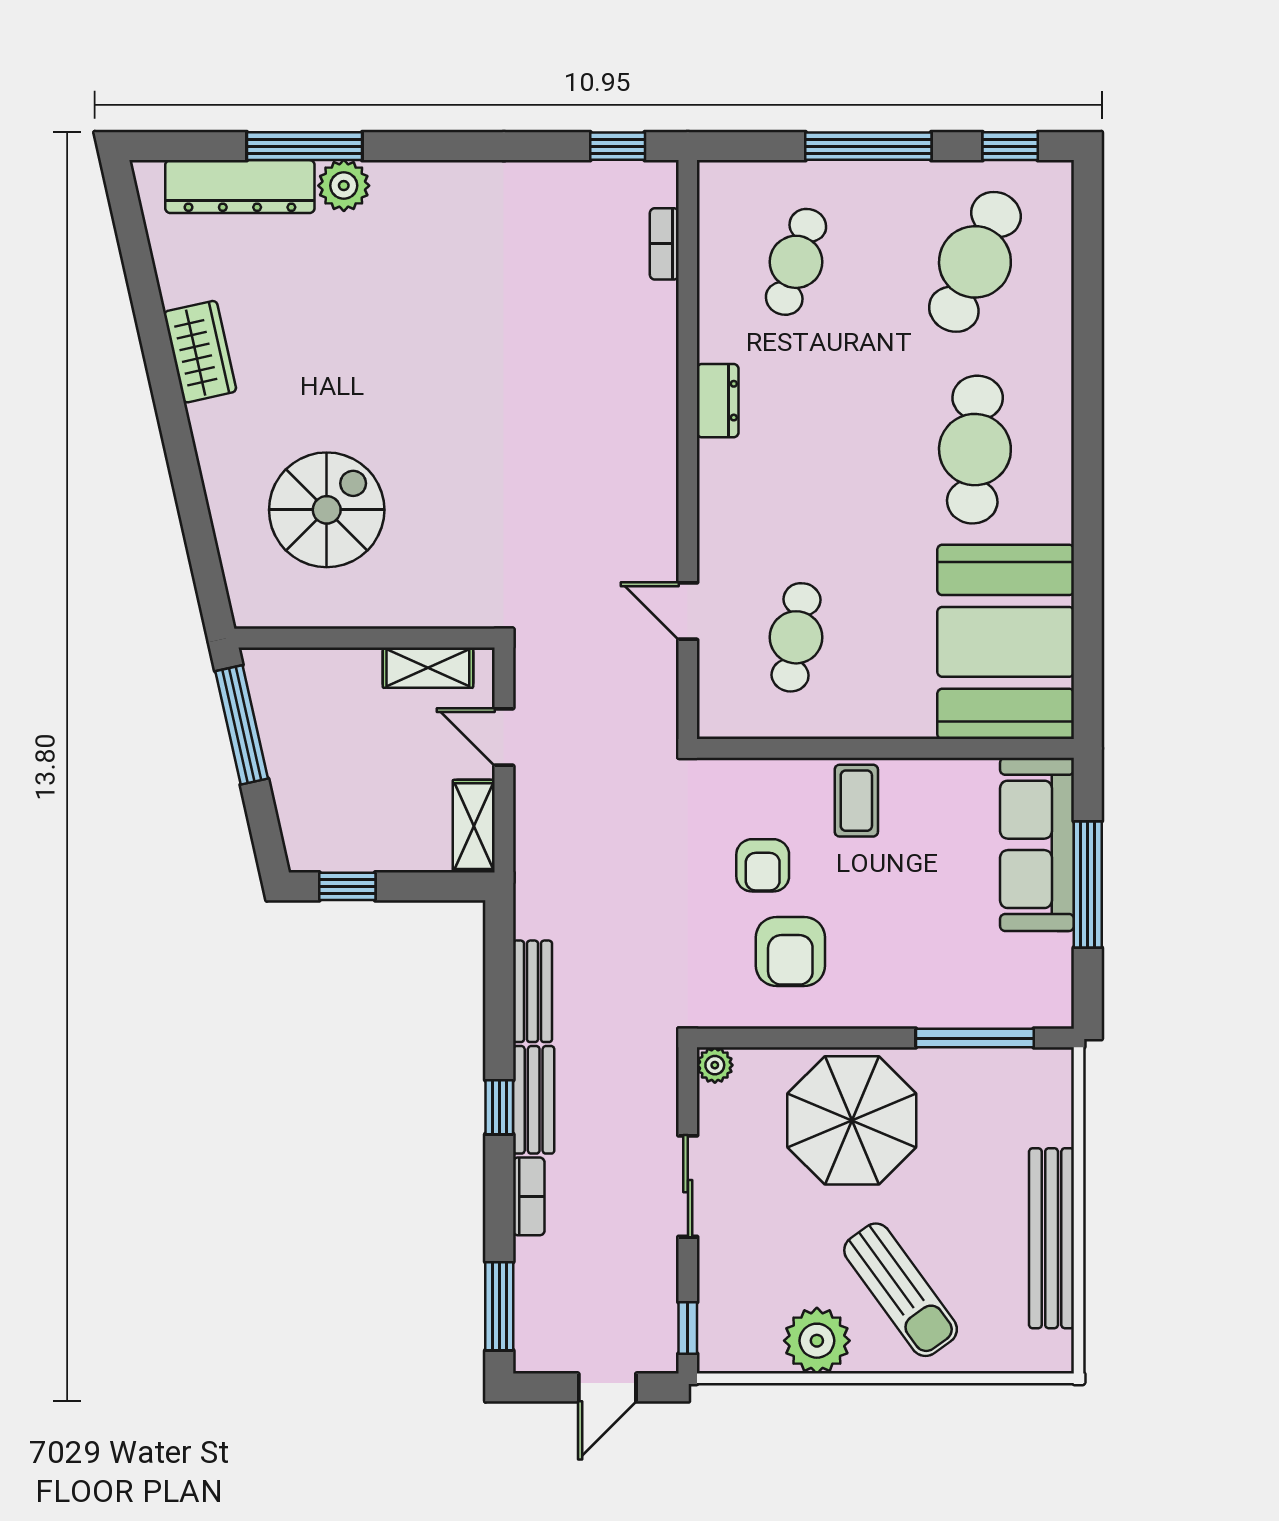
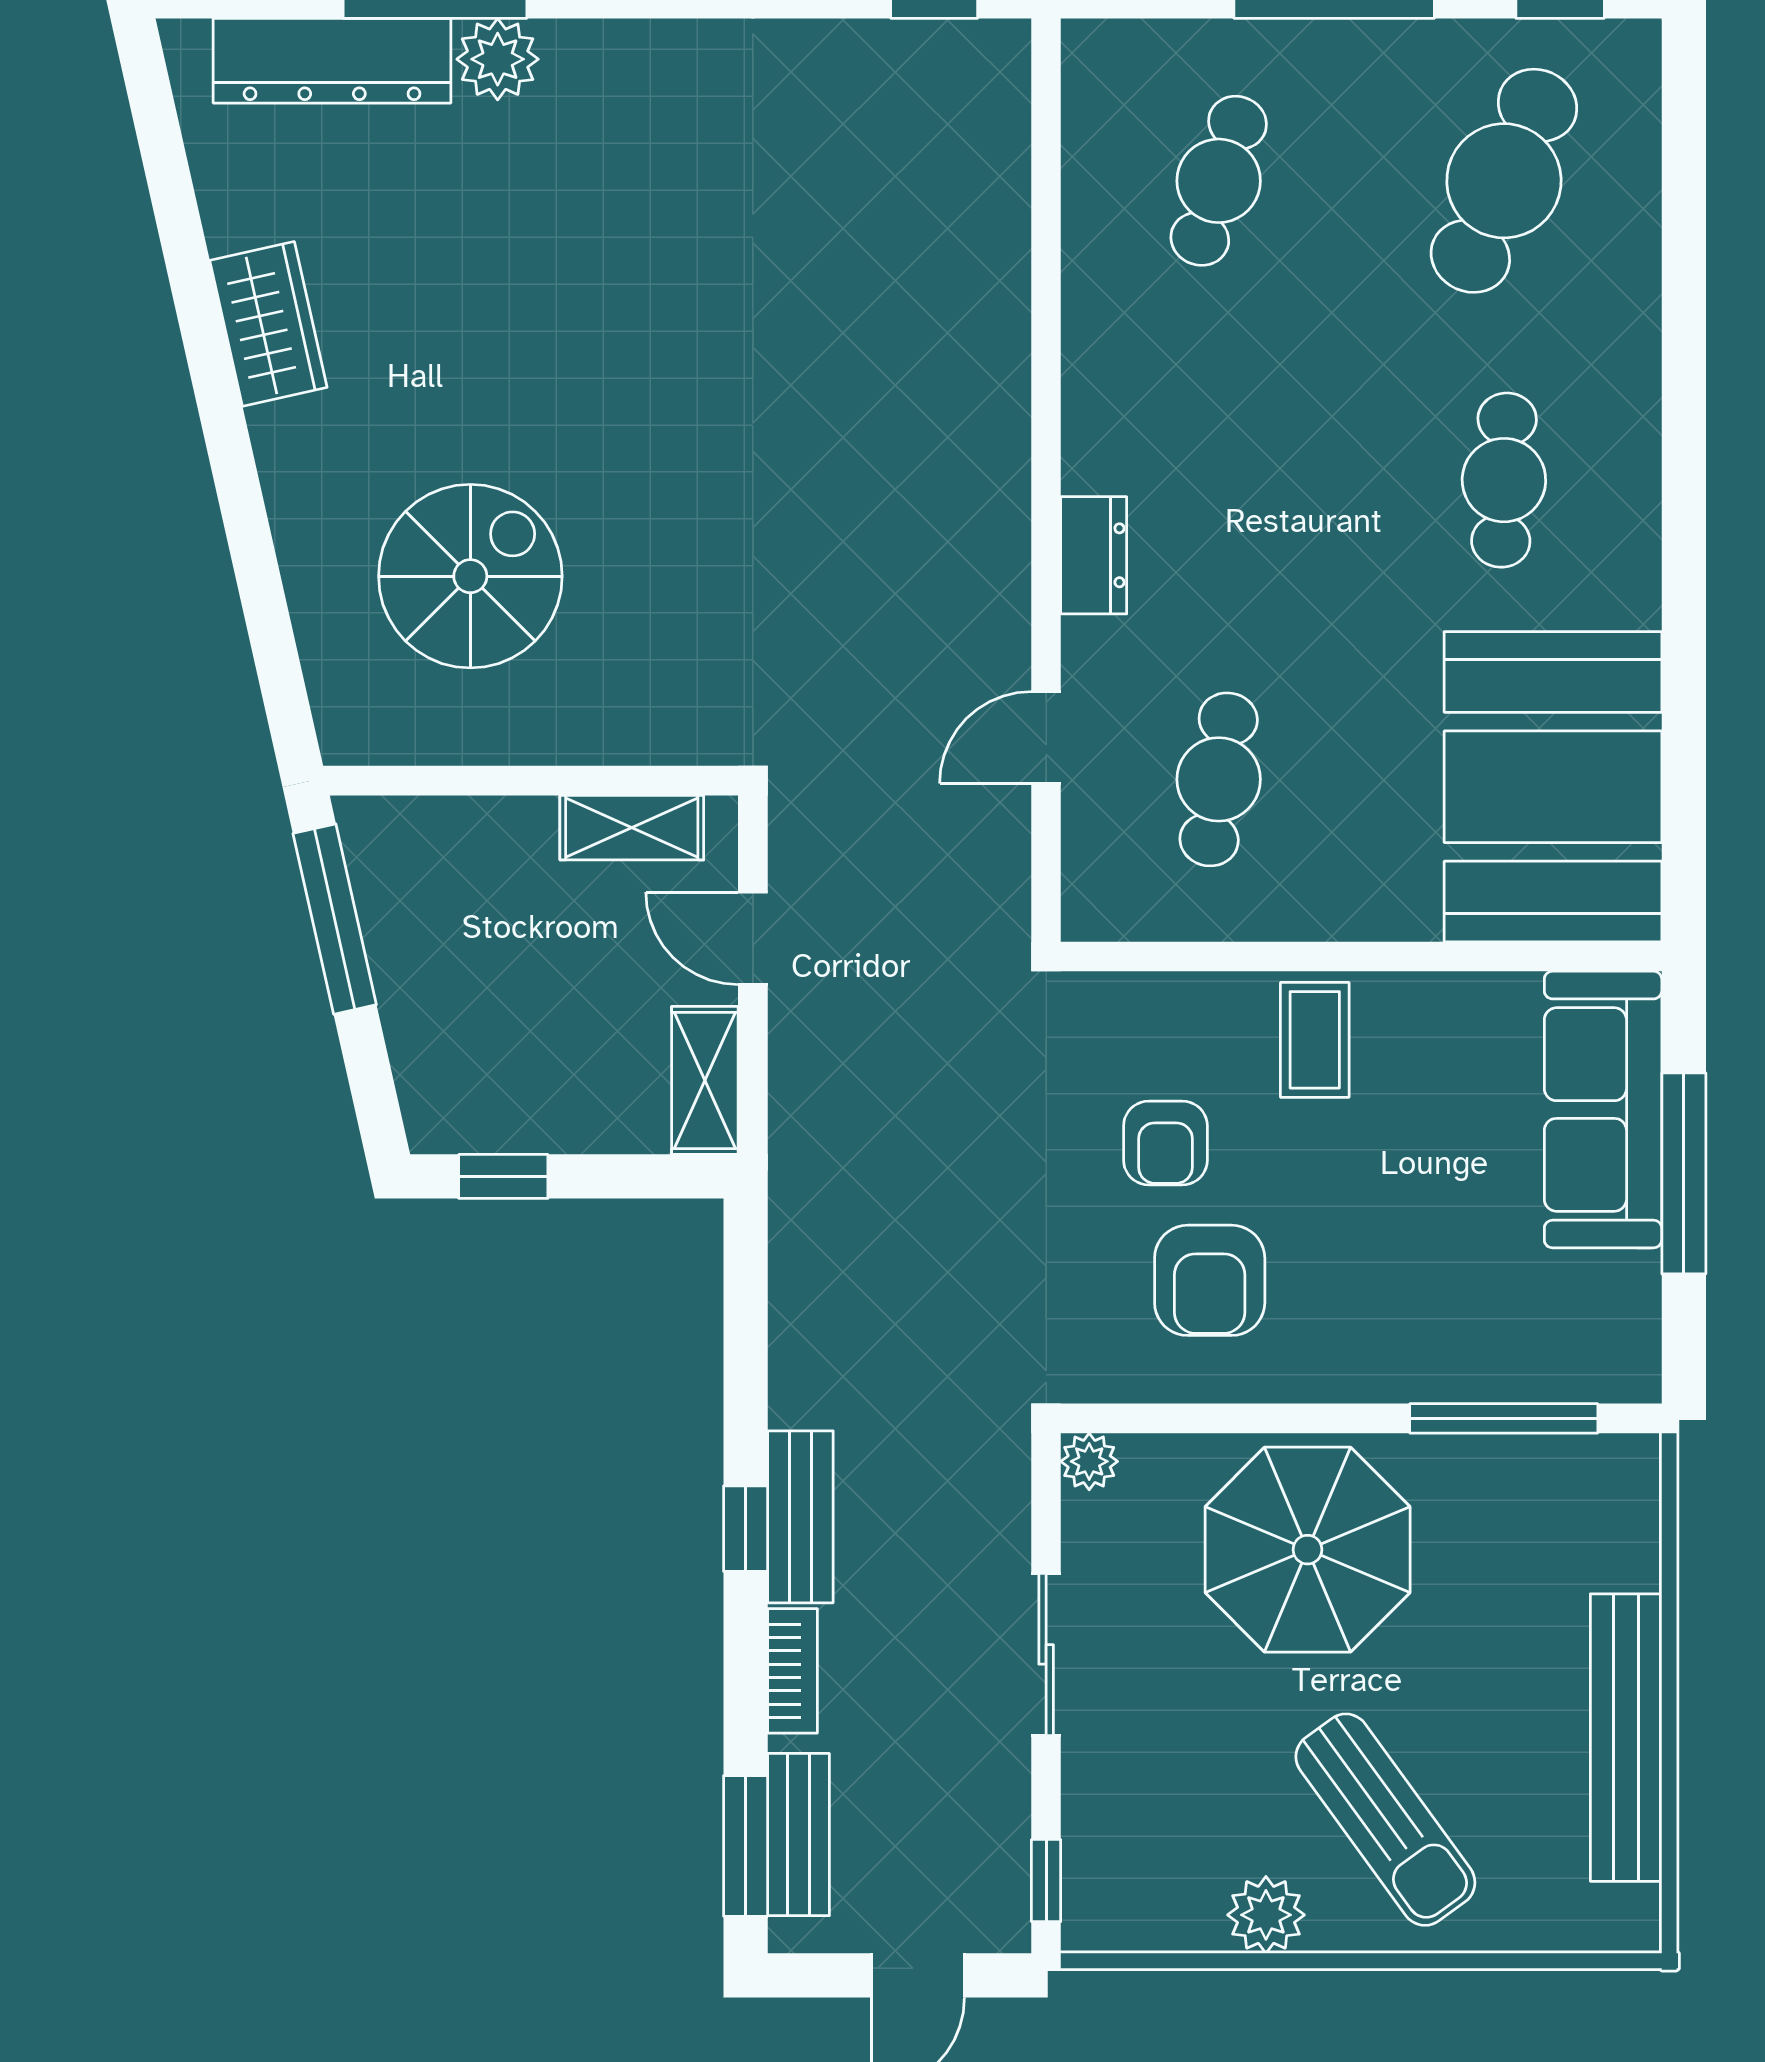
bookcase: (664, 244) -> (1009, 152), removed
dresser: (718, 401) -> (1094, 555), moved
cafe table: (975, 450) -> (1504, 480), width x0.73, depth x0.74
door: (688, 611) -> (1046, 738), hinge flipped
bench: (532, 991) -> (798, 1835), moved
plant: (817, 1341) -> (1266, 1915), width x0.73, depth x0.73

